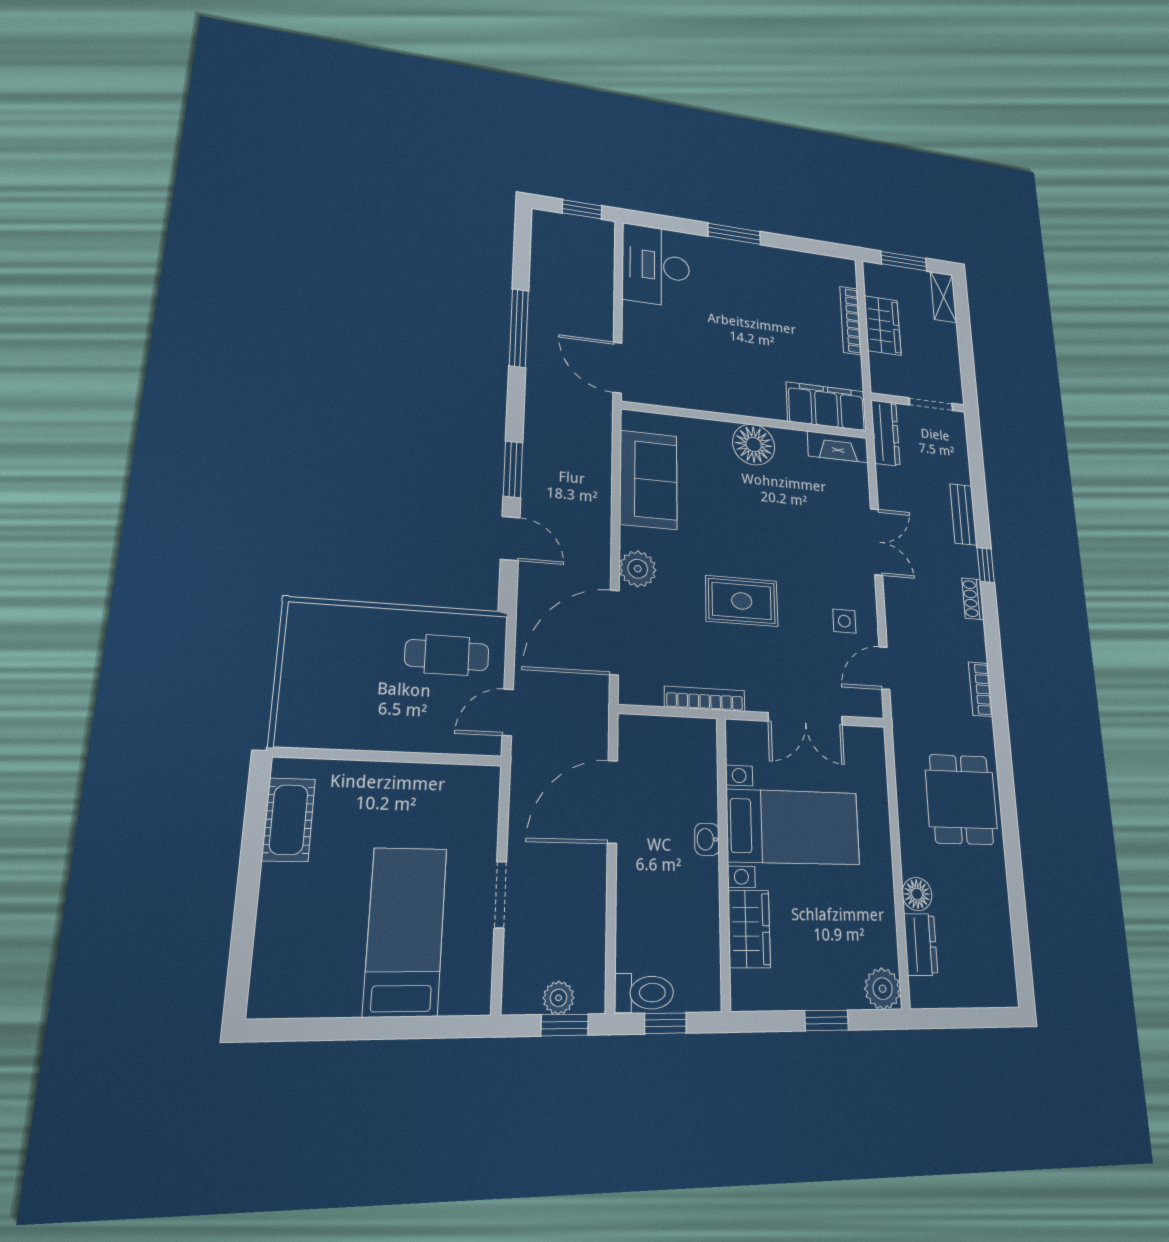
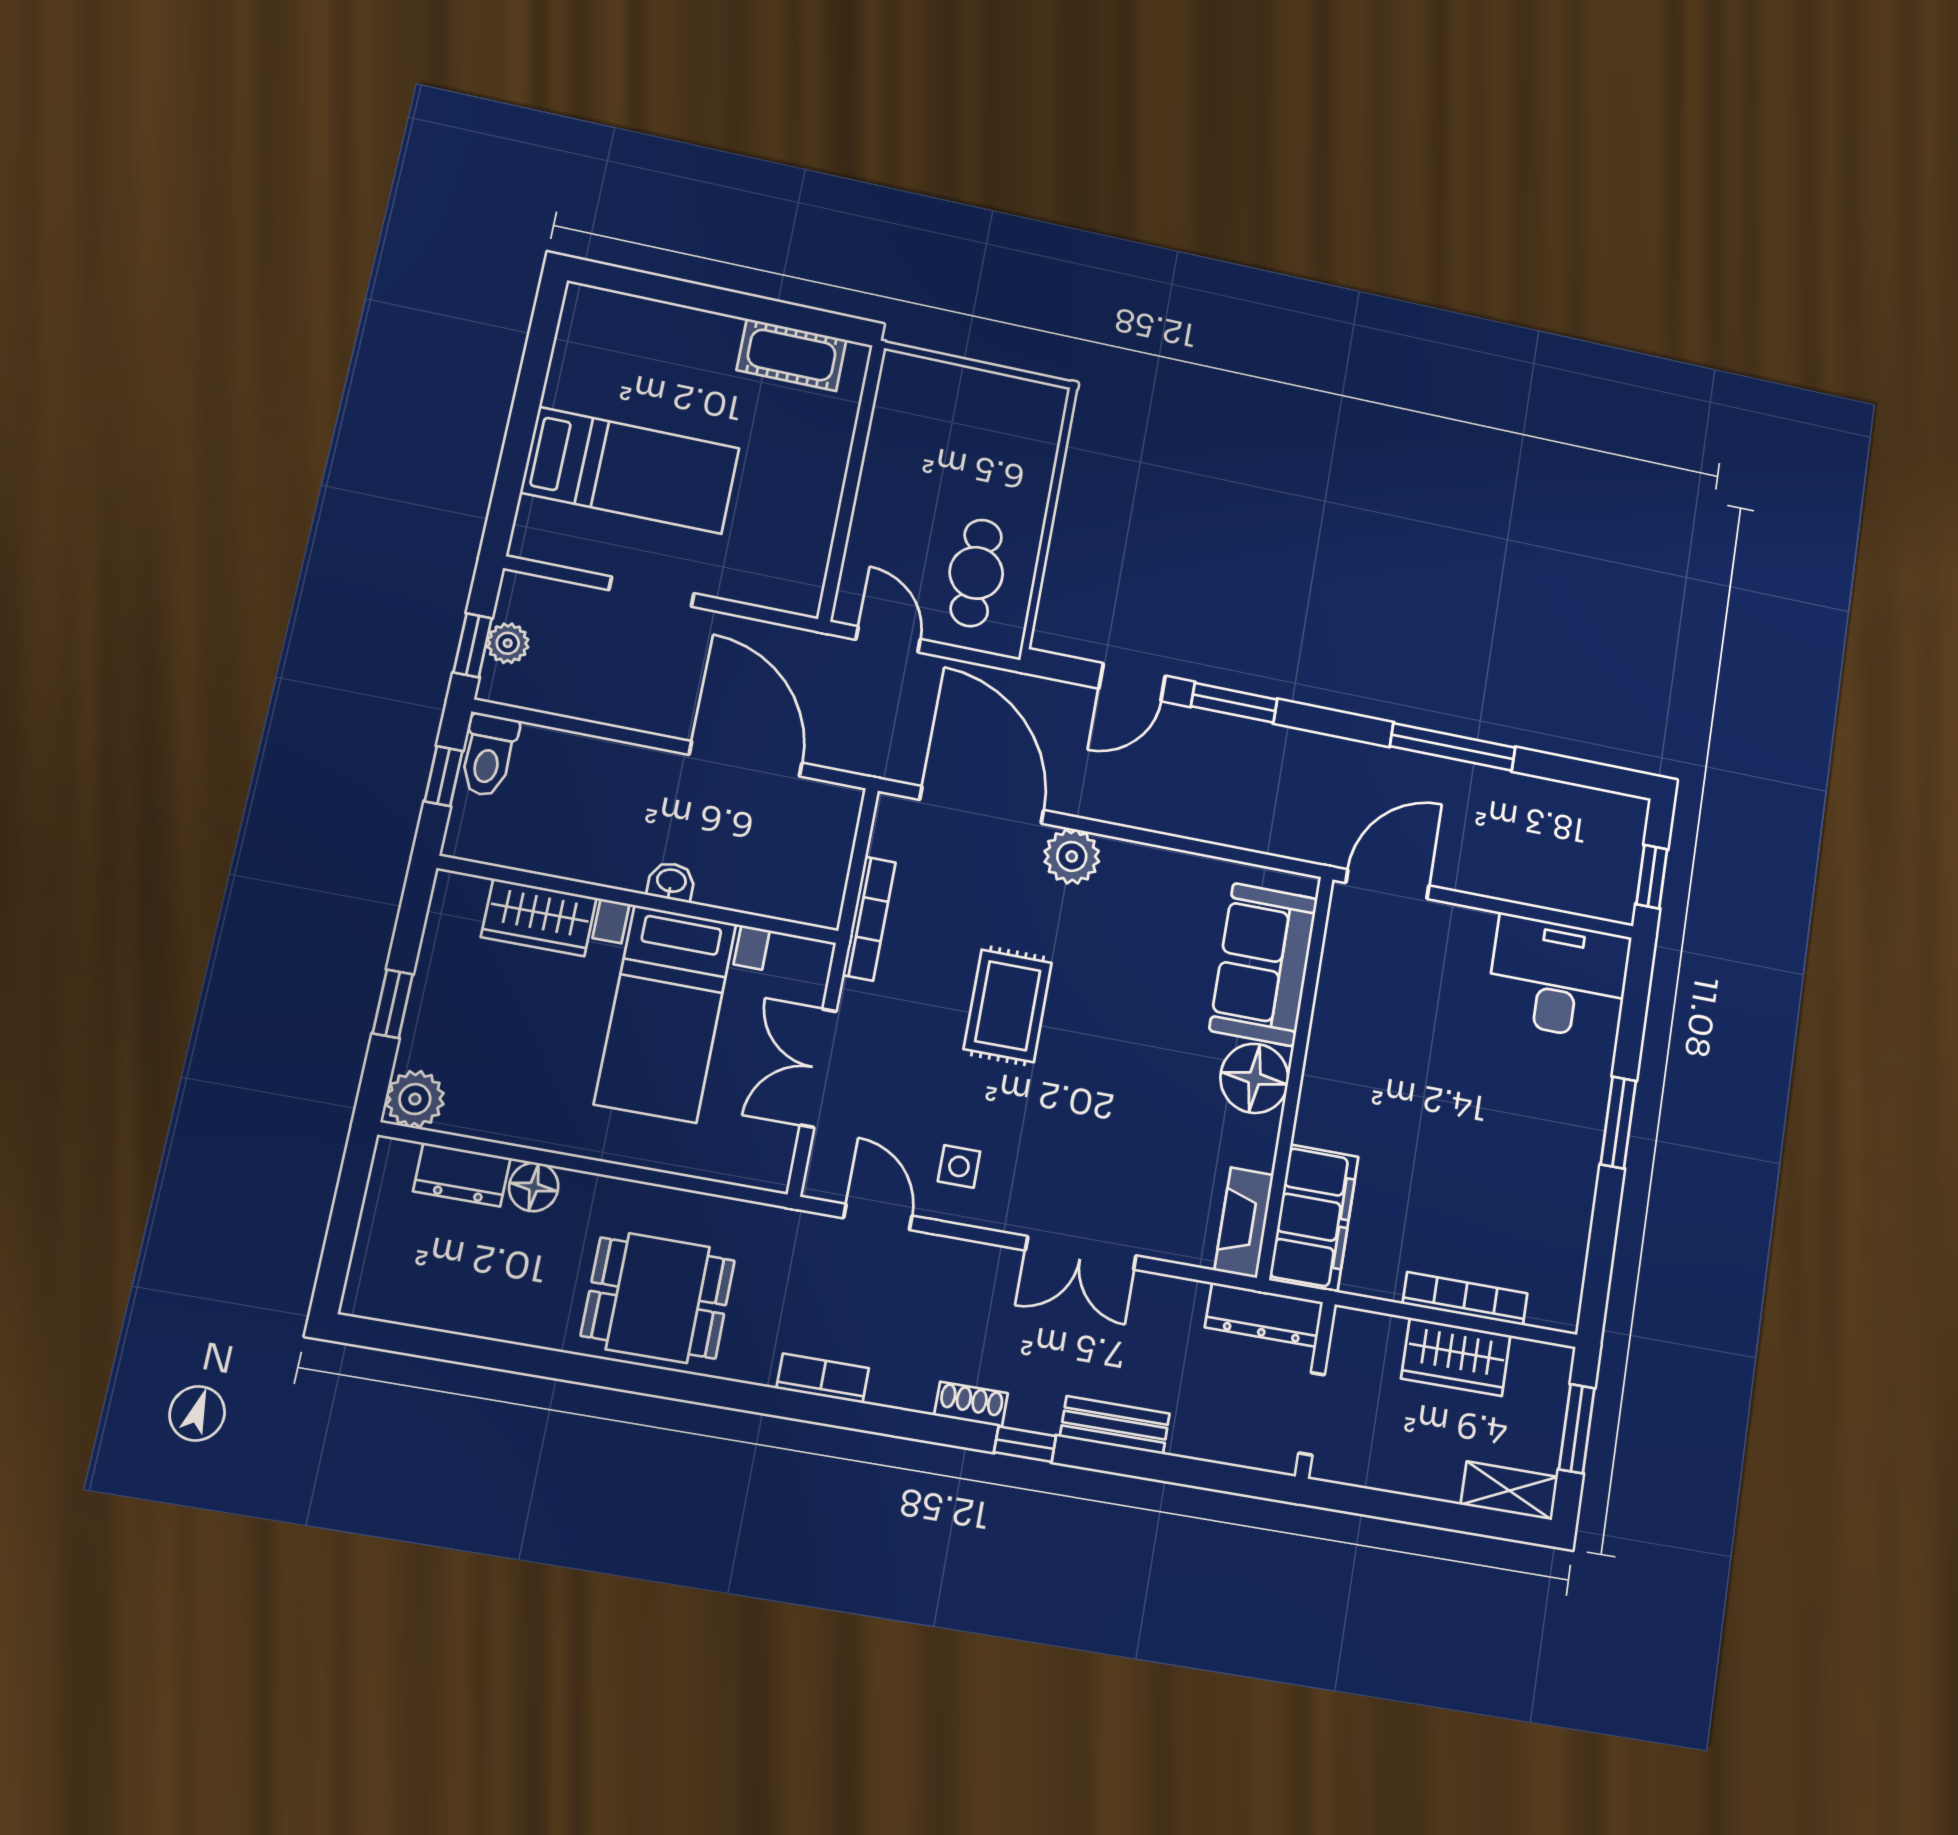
sofa: (648, 480) -> (1264, 964), moved, turned 90

